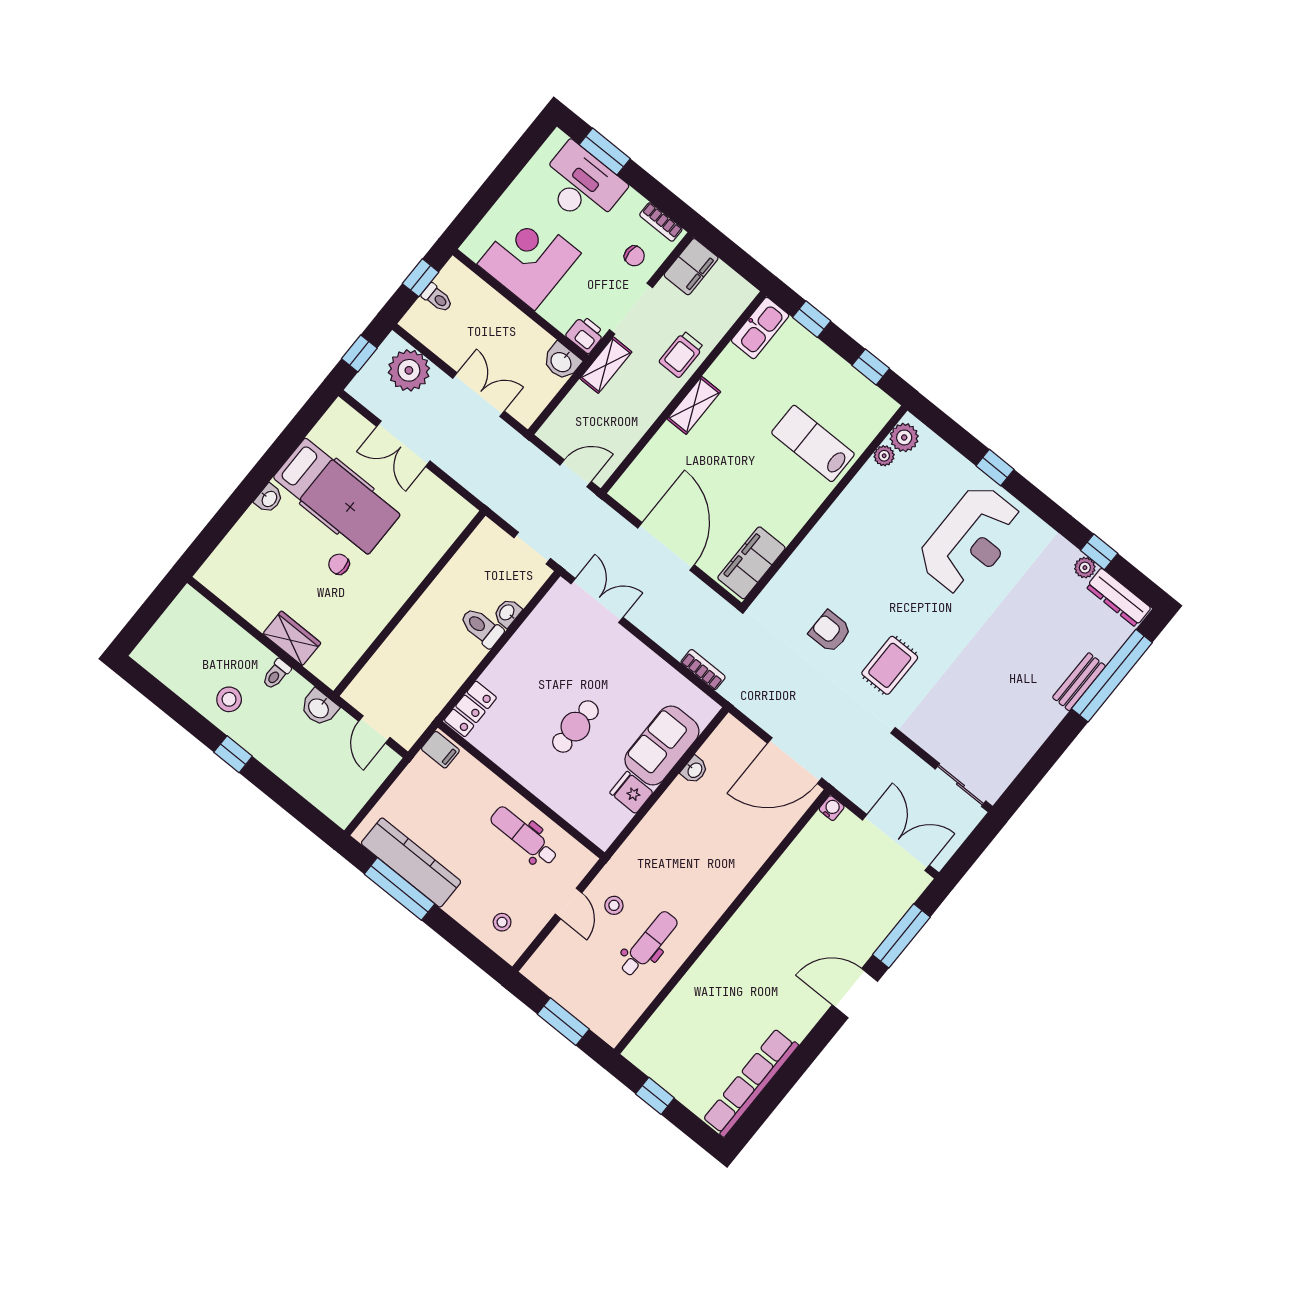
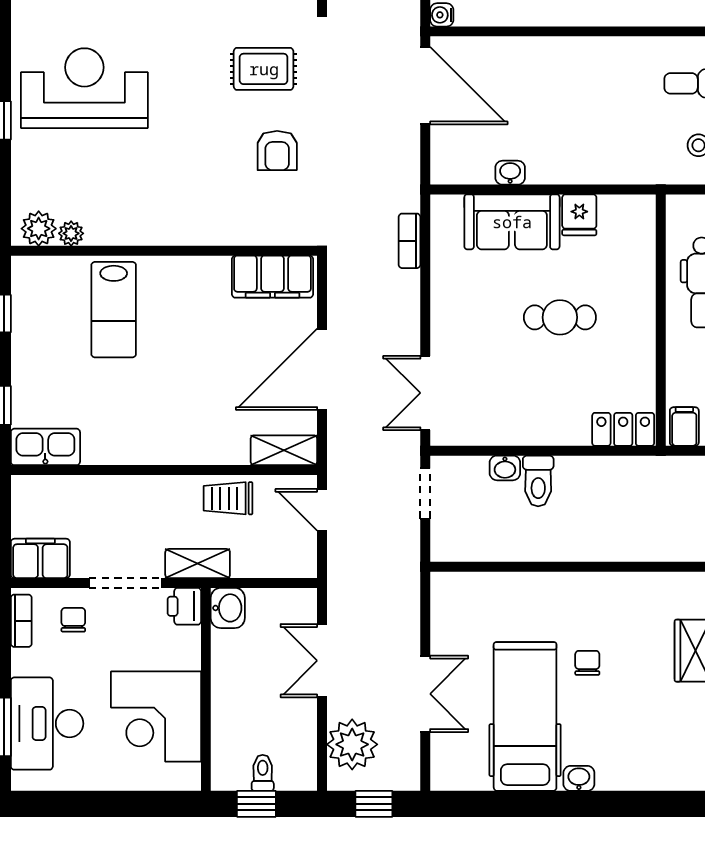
trolley: (681, 354) -> (228, 498), moved, turned 180
shelving: (694, 405) -> (284, 450), moved
chair: (339, 564) -> (587, 663), turned 180

